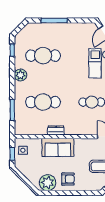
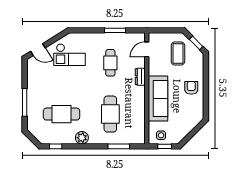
cafe table: (43, 56) -> (62, 114), turned 90
dresser: (56, 130) -> (140, 77), moved
sofa: (58, 147) -> (158, 98), width x1.36
plant: (48, 183) -> (195, 109), removed

